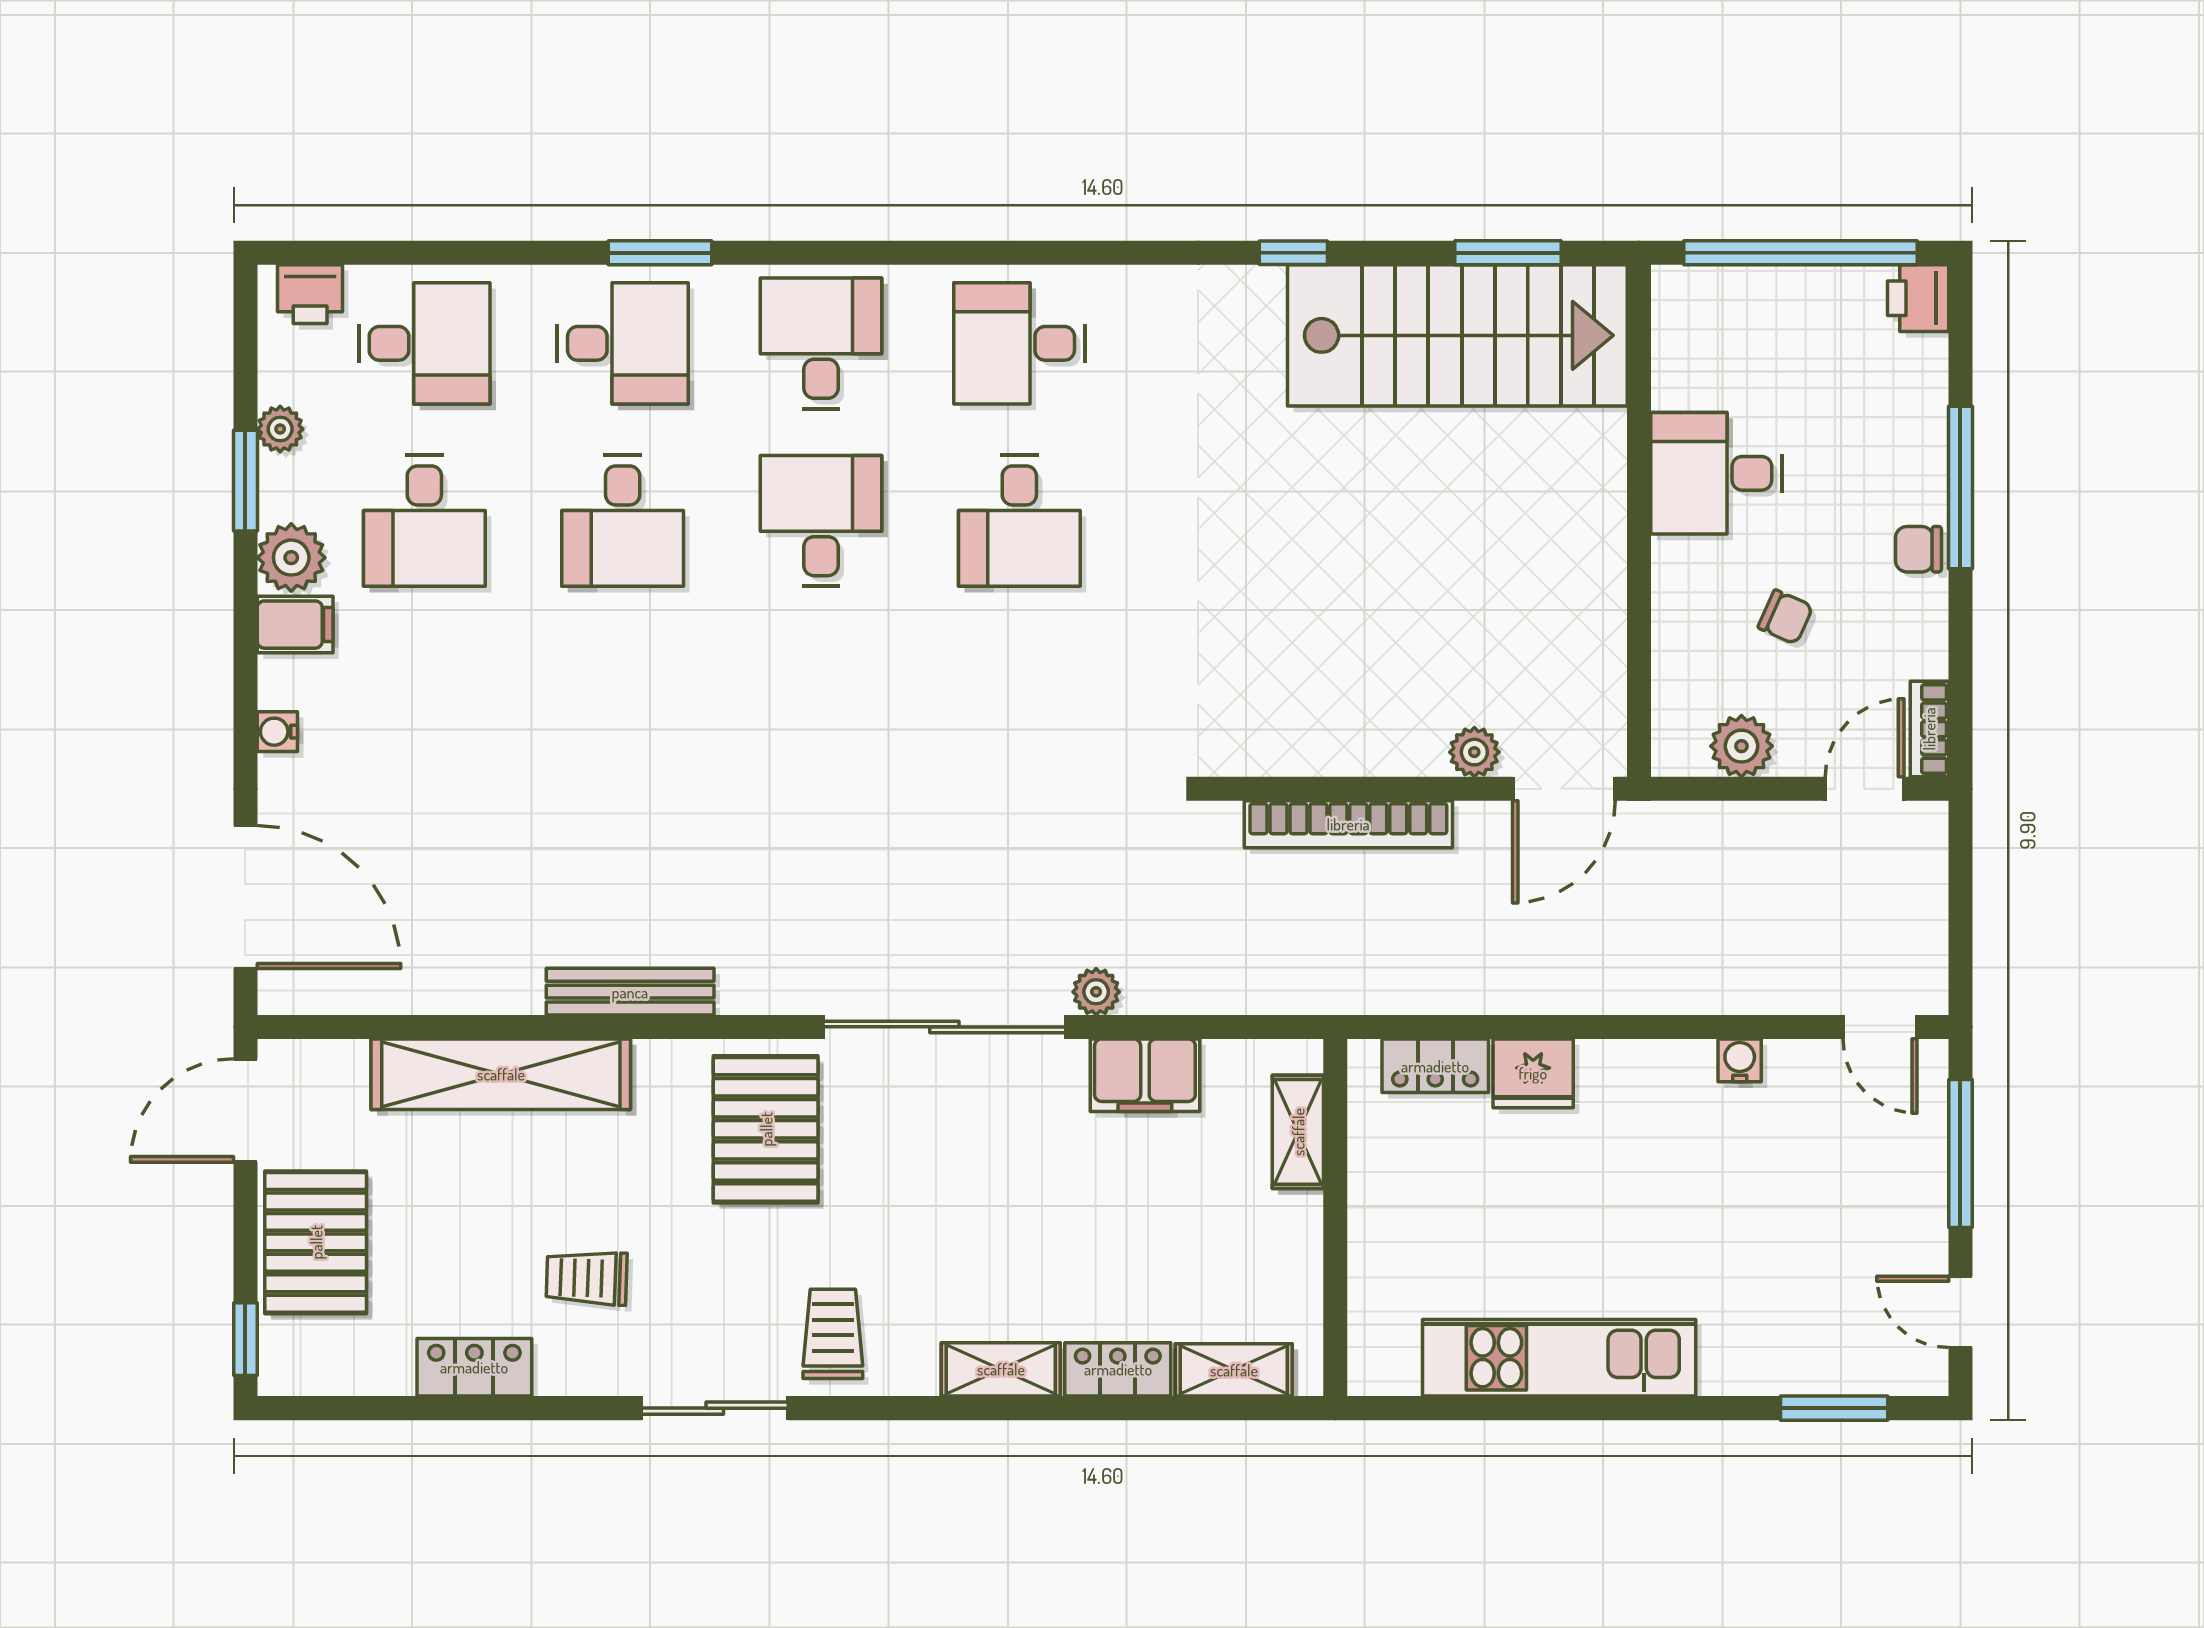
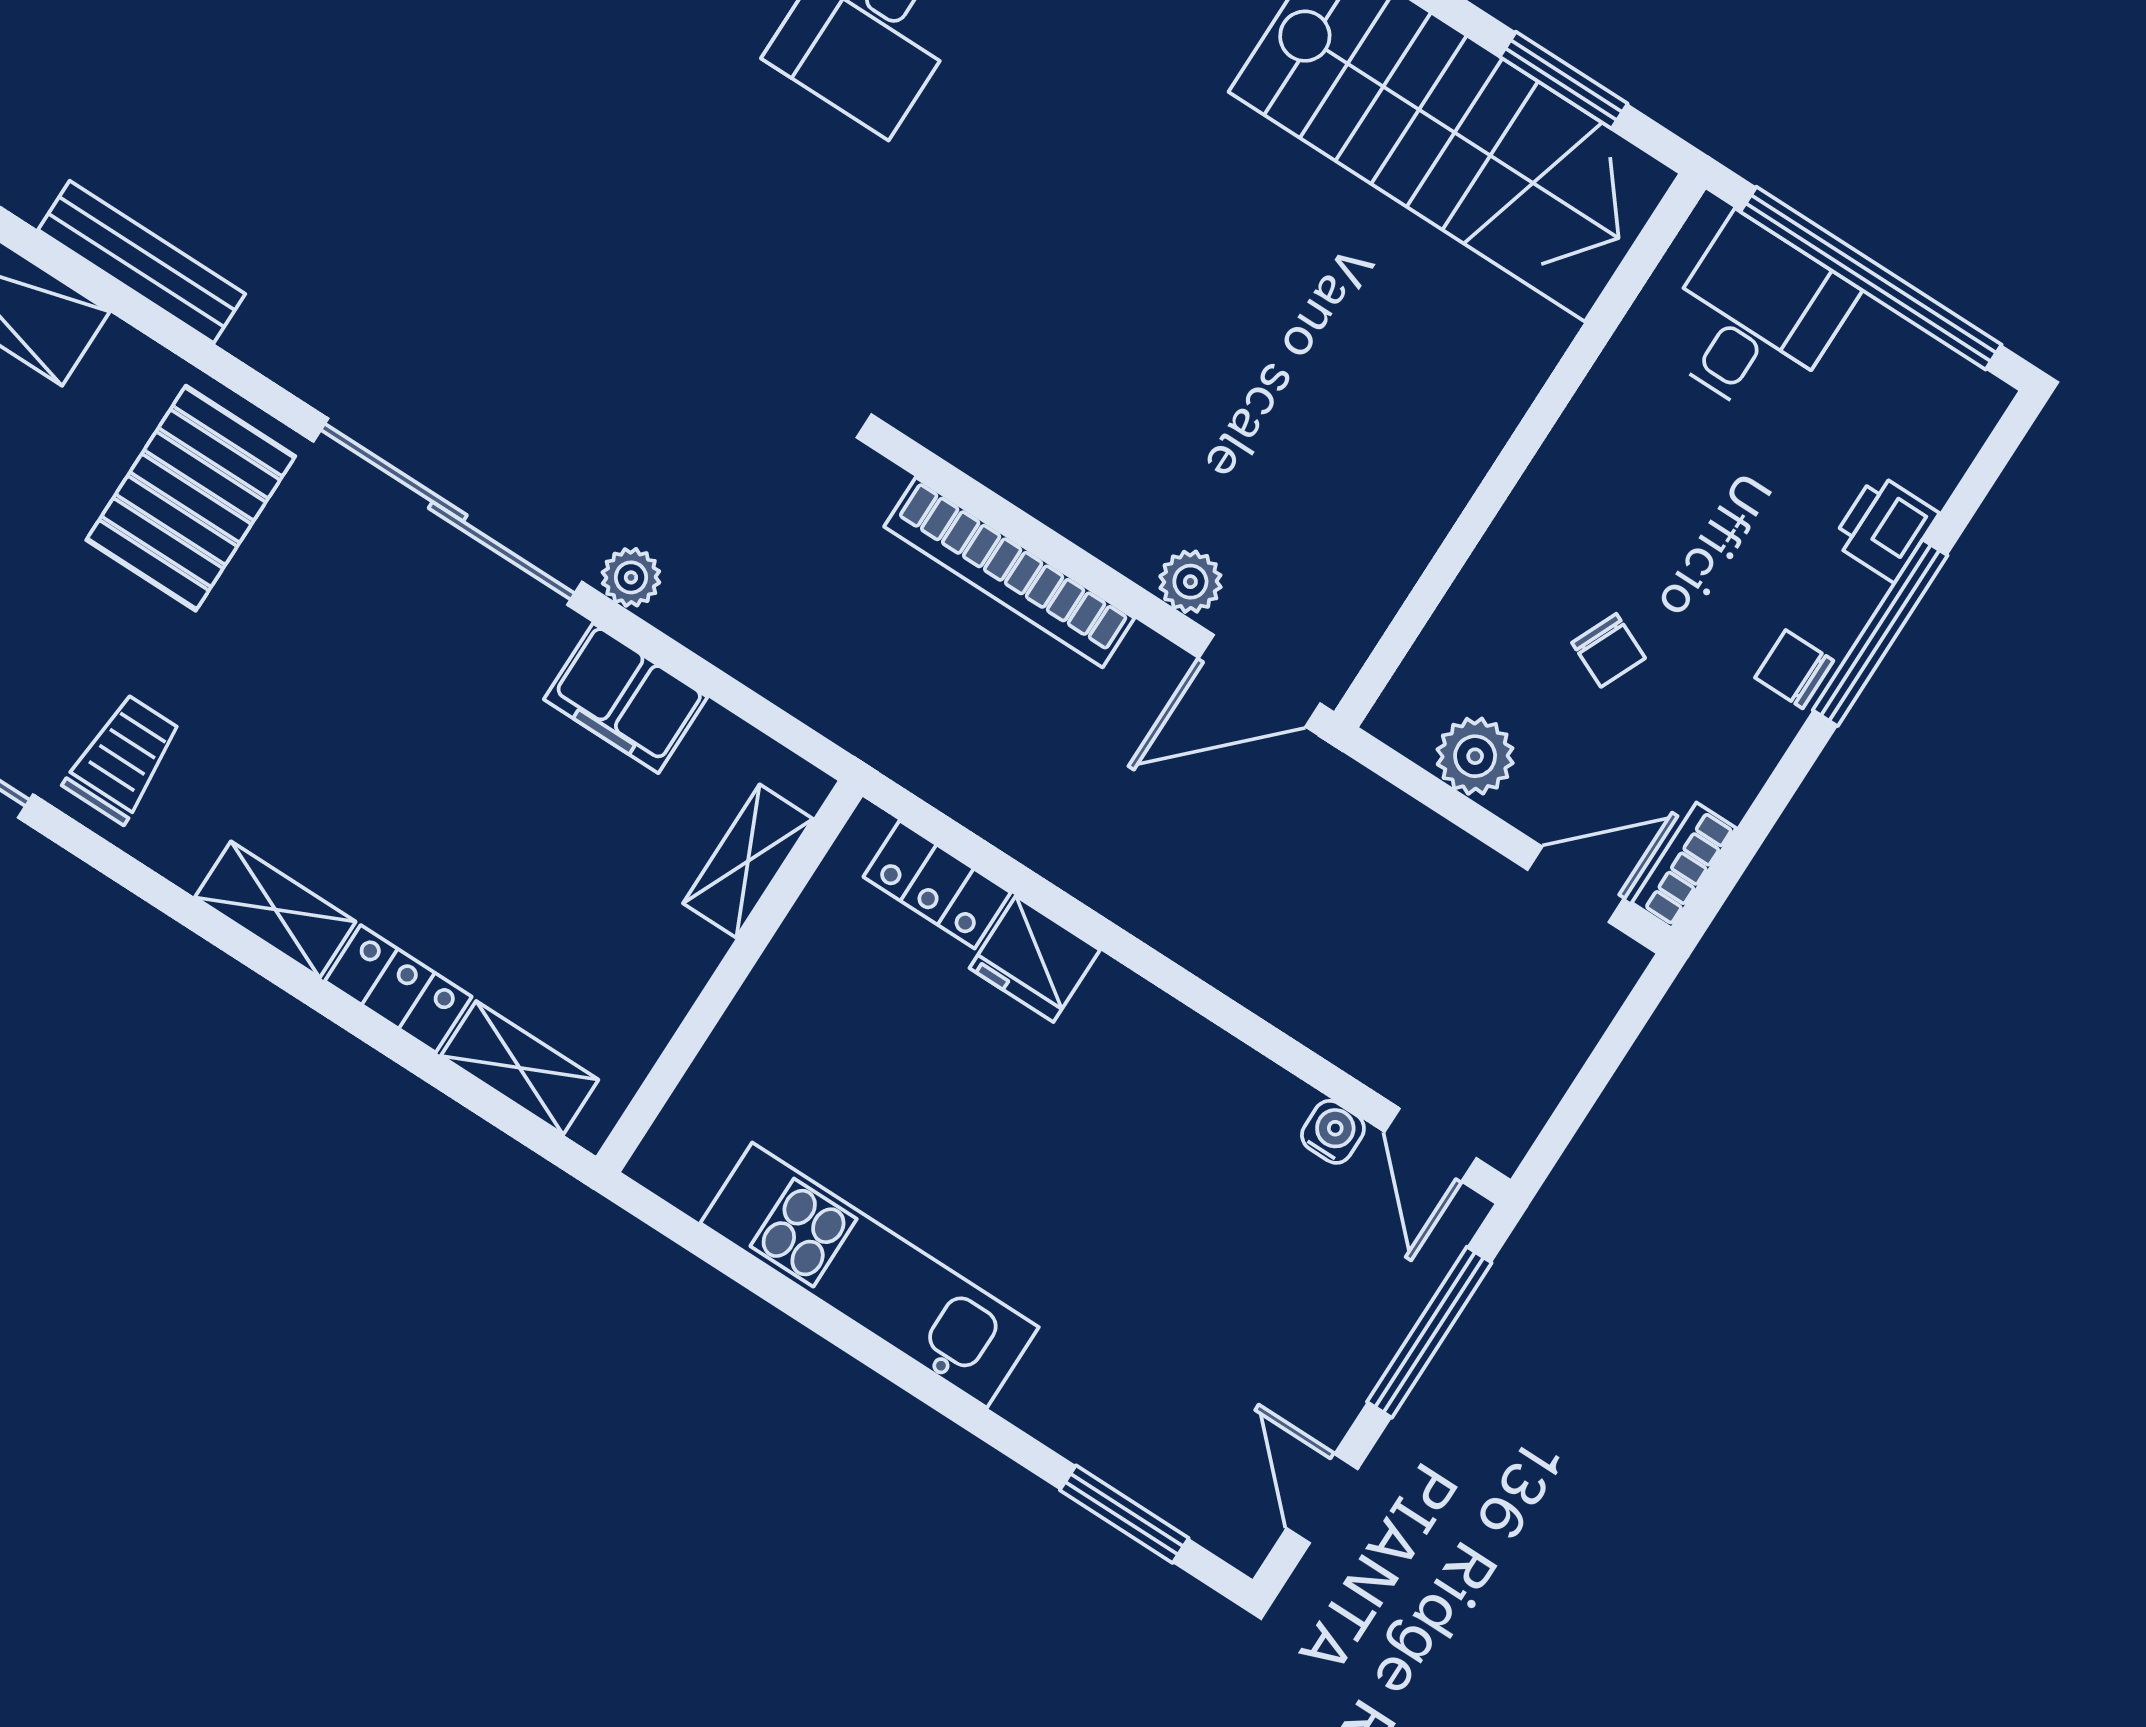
printer: (1918, 298) -> (1885, 528), moved
desk: (1716, 473) -> (1754, 318), moved, turned 90
water cooler: (1740, 1060) -> (1333, 1132), moved

